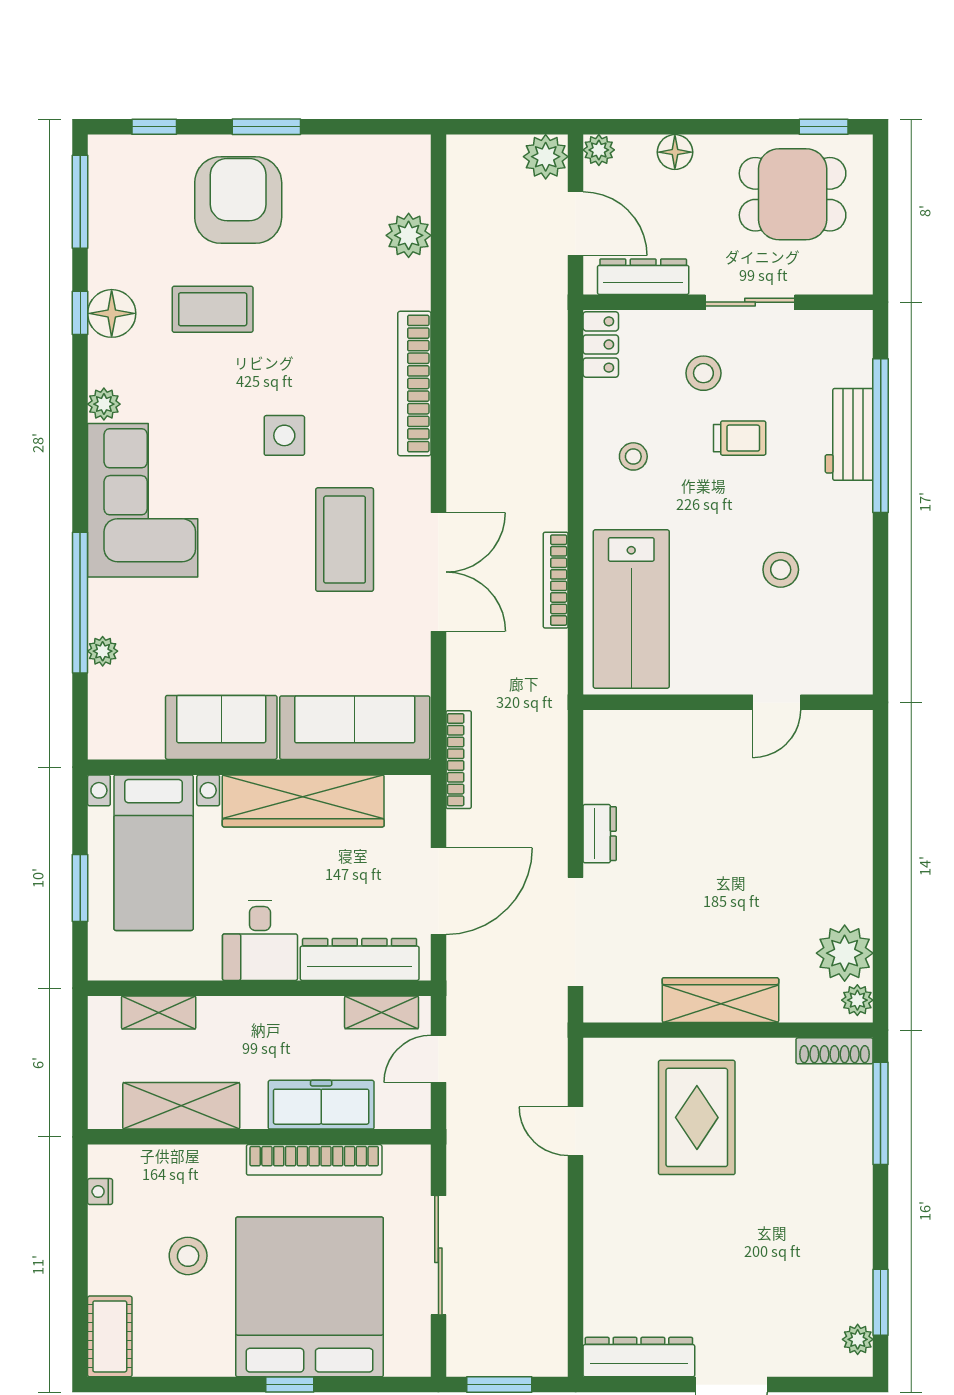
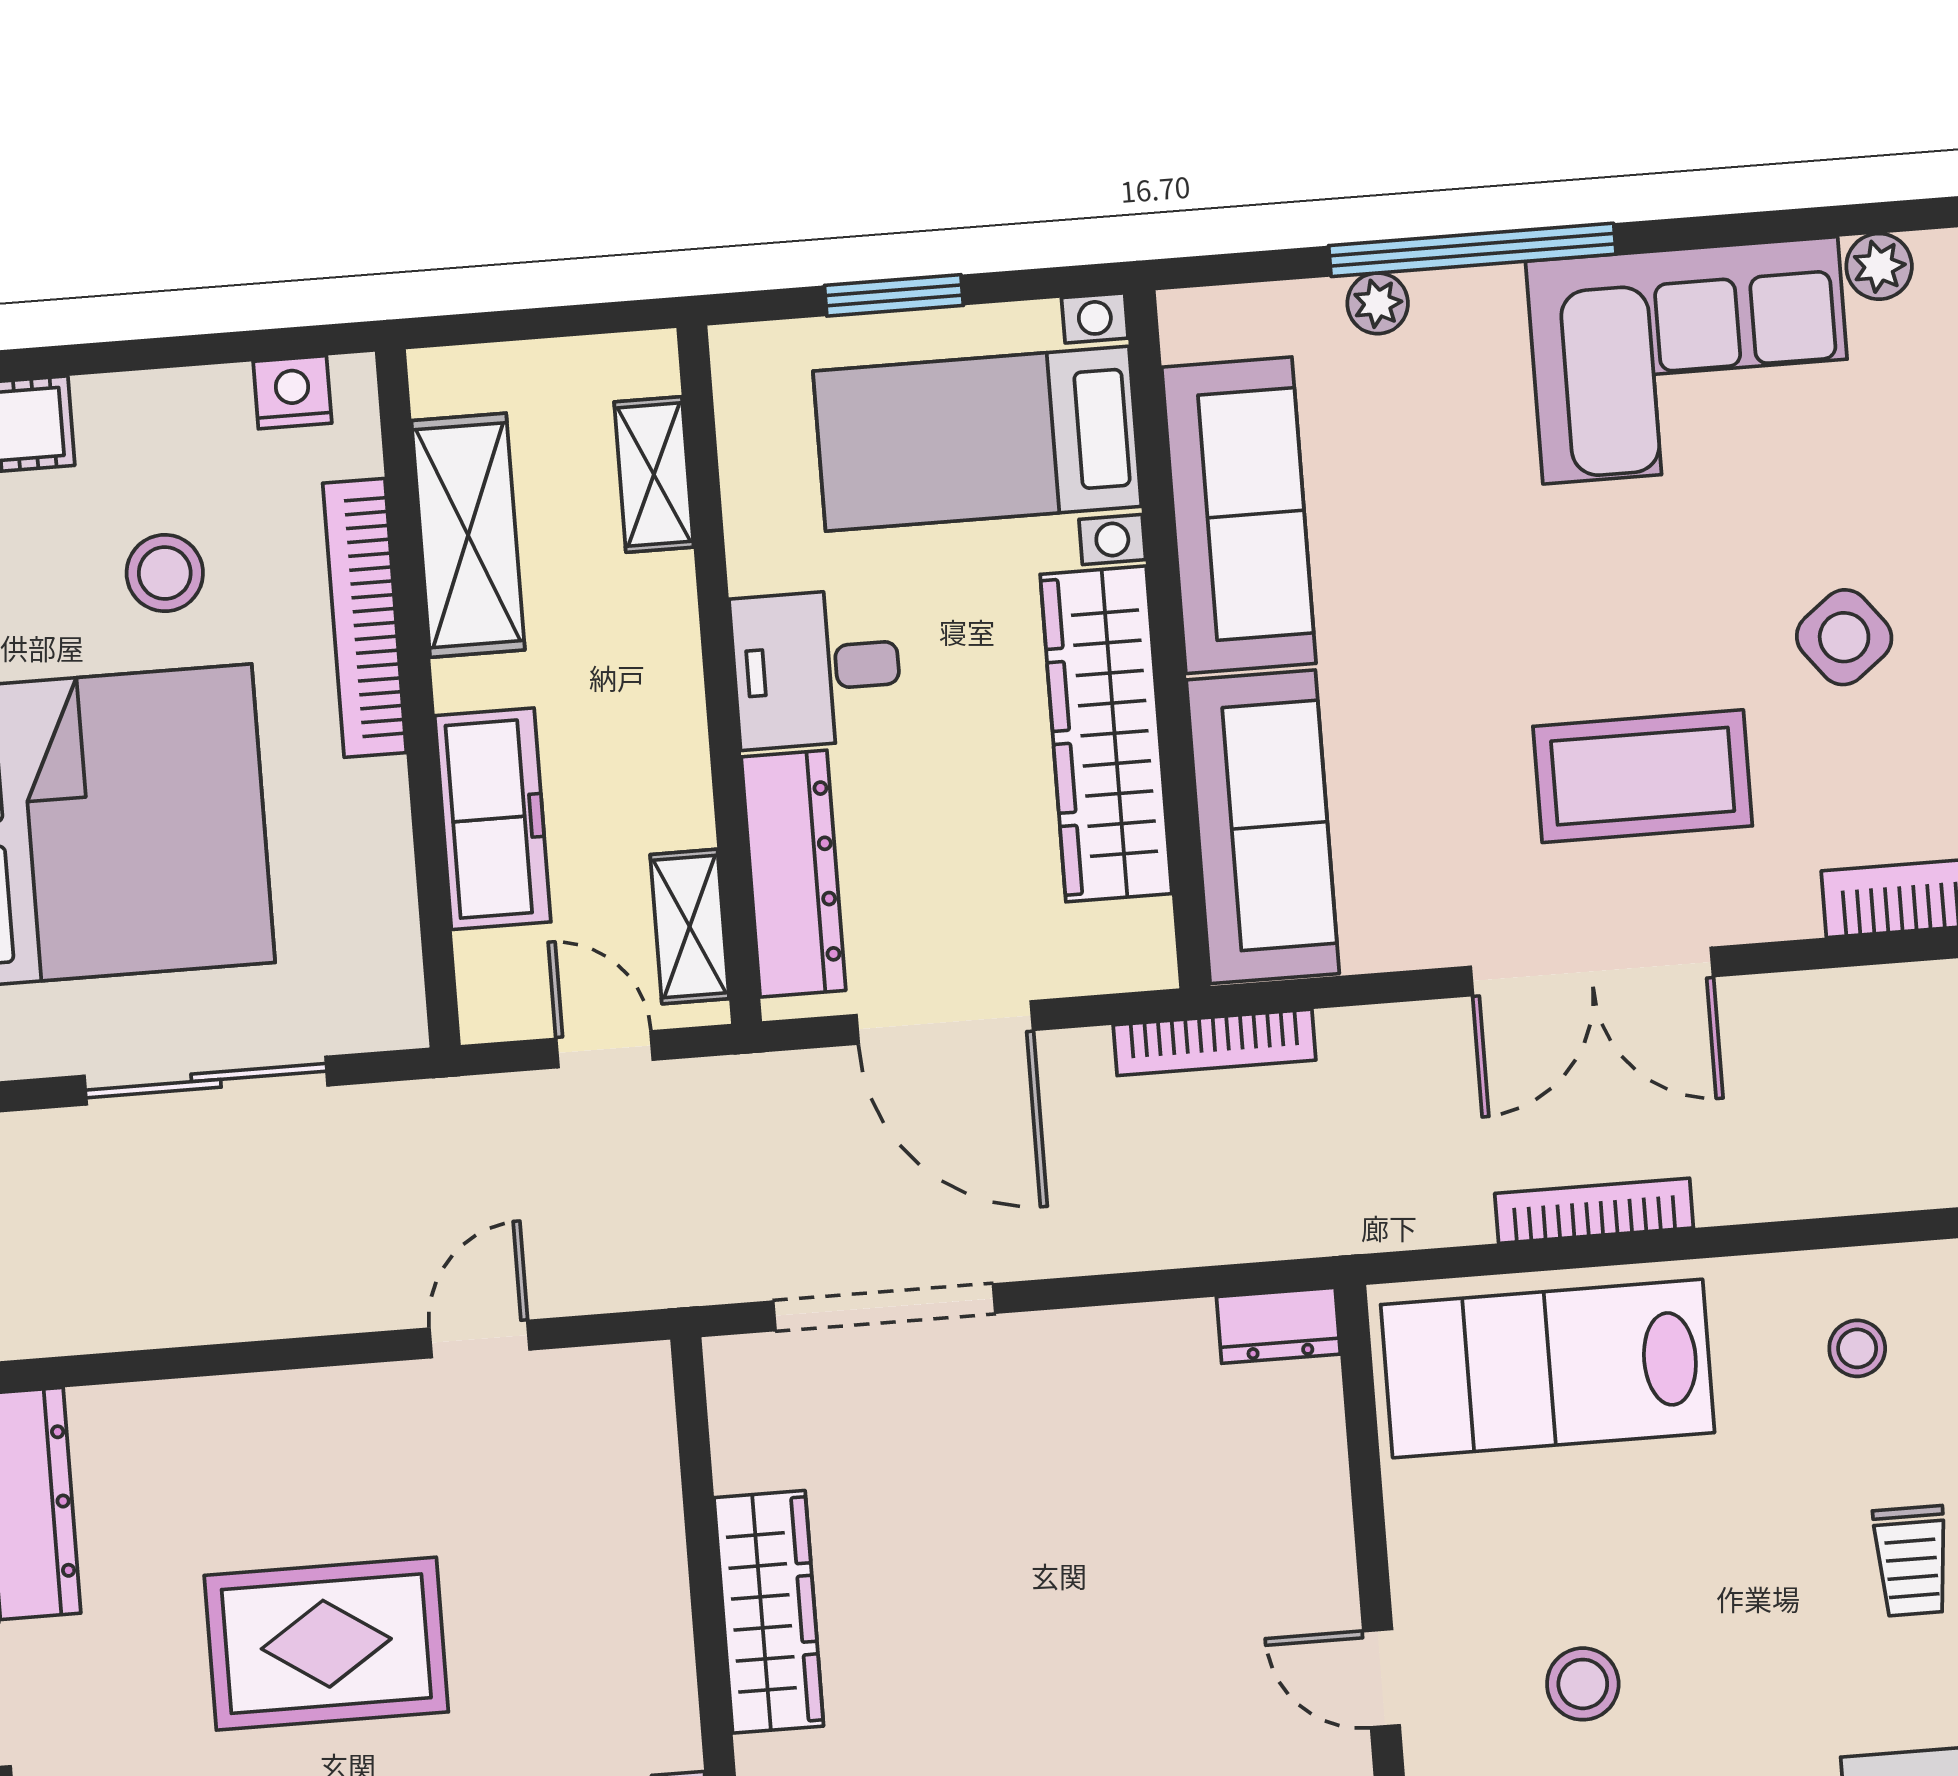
side table: (284, 435) -> (1844, 637), turned -38
stool: (781, 570) -> (1583, 1684), moved
sofa: (221, 727) -> (1239, 515), width x1.36
dresser: (600, 834) -> (1278, 1325), moved
rug: (697, 1117) -> (326, 1644), moved
bookcase: (314, 1160) -> (365, 618), moved
nightstand: (100, 1192) -> (292, 392), width x1.39, depth x1.35

